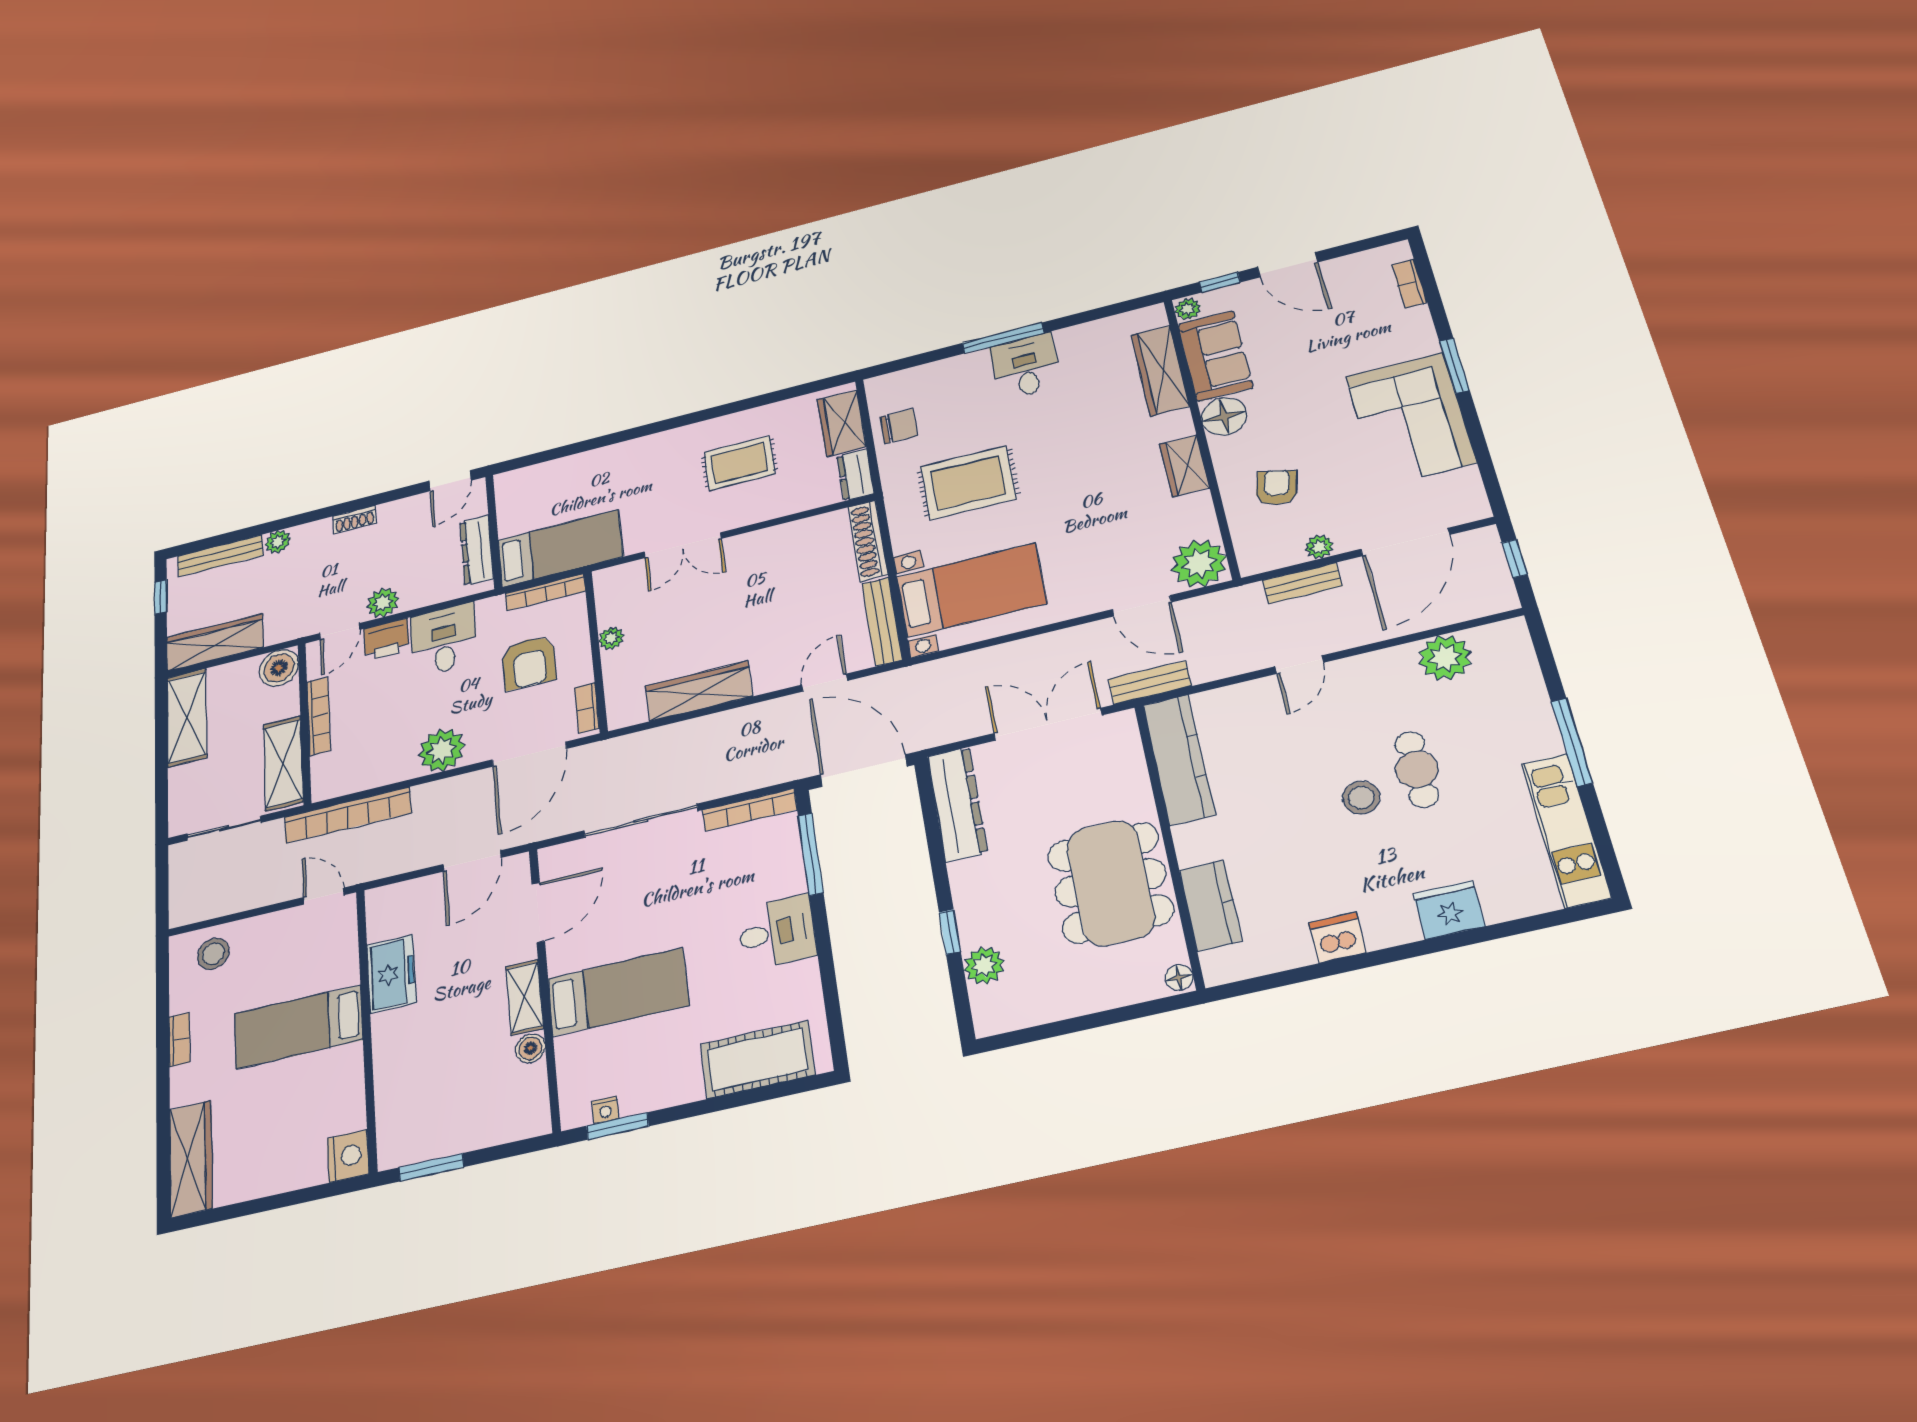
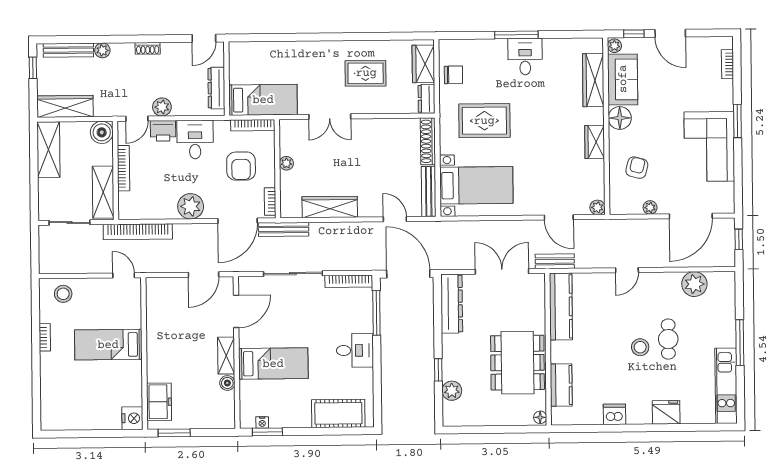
plant: (1199, 563) -> (597, 207), width x0.53, depth x0.53
bench: (1302, 583) -> (284, 229), moved, width x1.36
door: (824, 683) -> (395, 219), hinge flipped
freezer: (392, 974) -> (159, 402), moved
wardrobe: (191, 1159) -> (51, 402), removed

